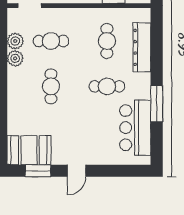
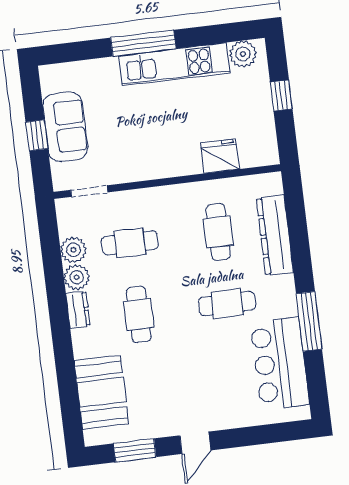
dresser: (13, 79) -> (78, 310), added
booth: (29, 150) -> (101, 392), moved, turned 90

